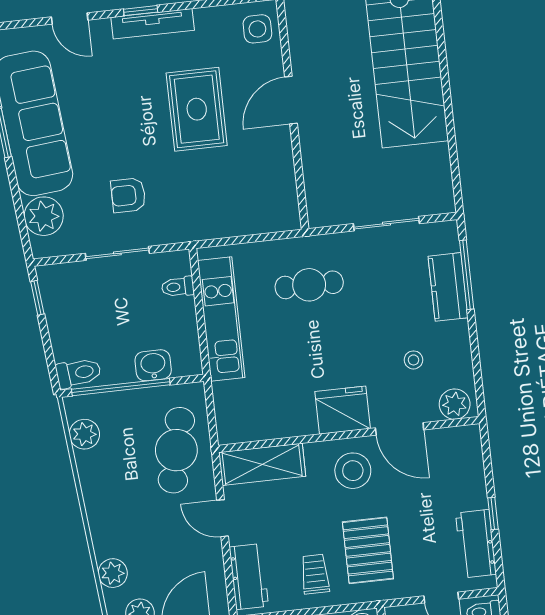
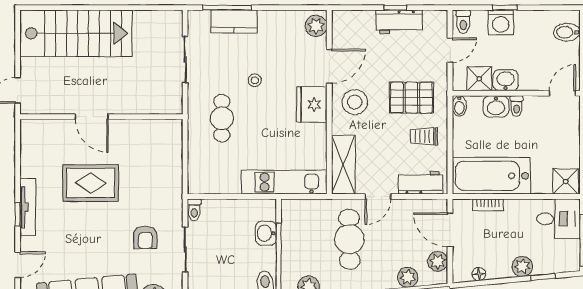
side table: (257, 29) -> (39, 135), removed
toilet: (178, 287) -> (194, 210), moved
kitchen unit: (221, 319) -> (284, 182), moved
stool: (413, 360) -> (255, 80), moved
cafe table: (176, 450) -> (349, 239), moved, turned 76
workbench: (476, 544) -> (399, 22), moved

